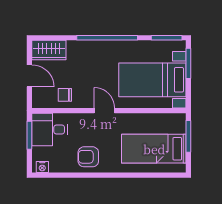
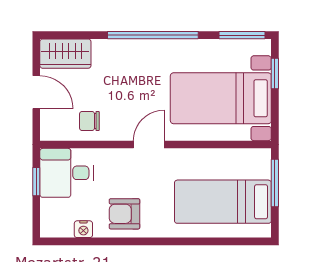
window: (188, 63) -> (275, 74), width x0.67
door: (104, 111) -> (149, 145), hinge flipped
window: (29, 135) -> (36, 182), width x0.67
nightstand: (42, 167) -> (83, 229), moved

